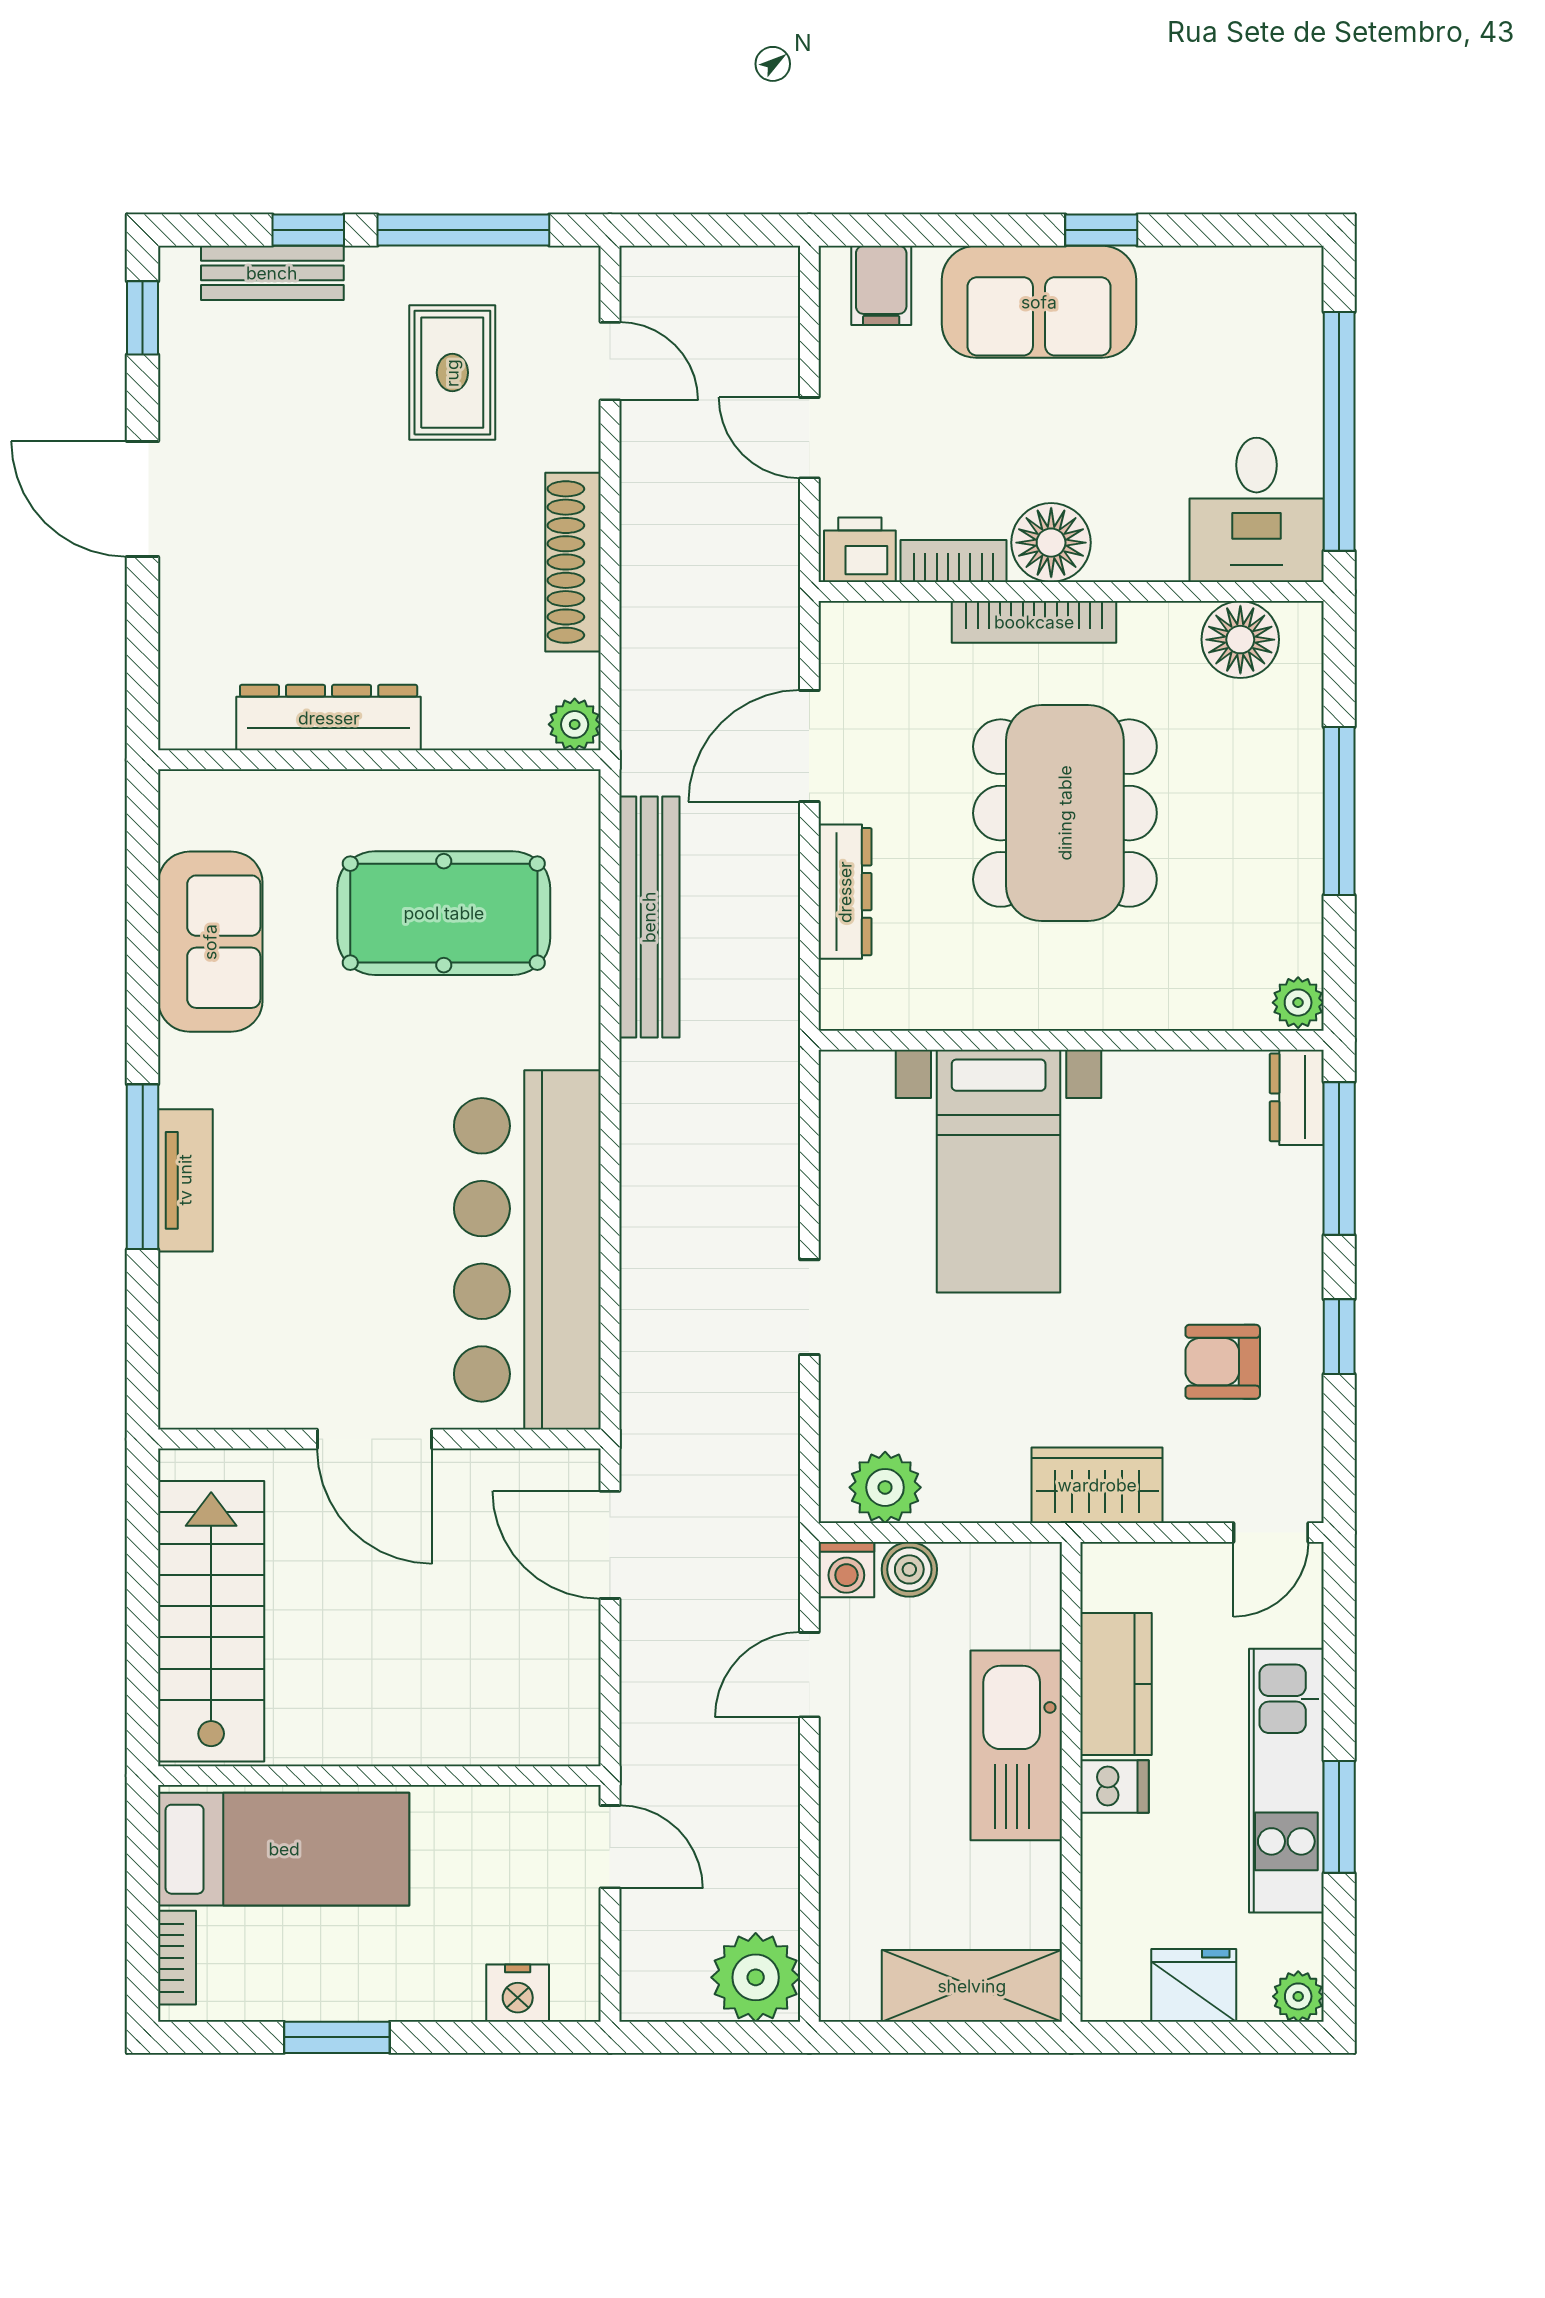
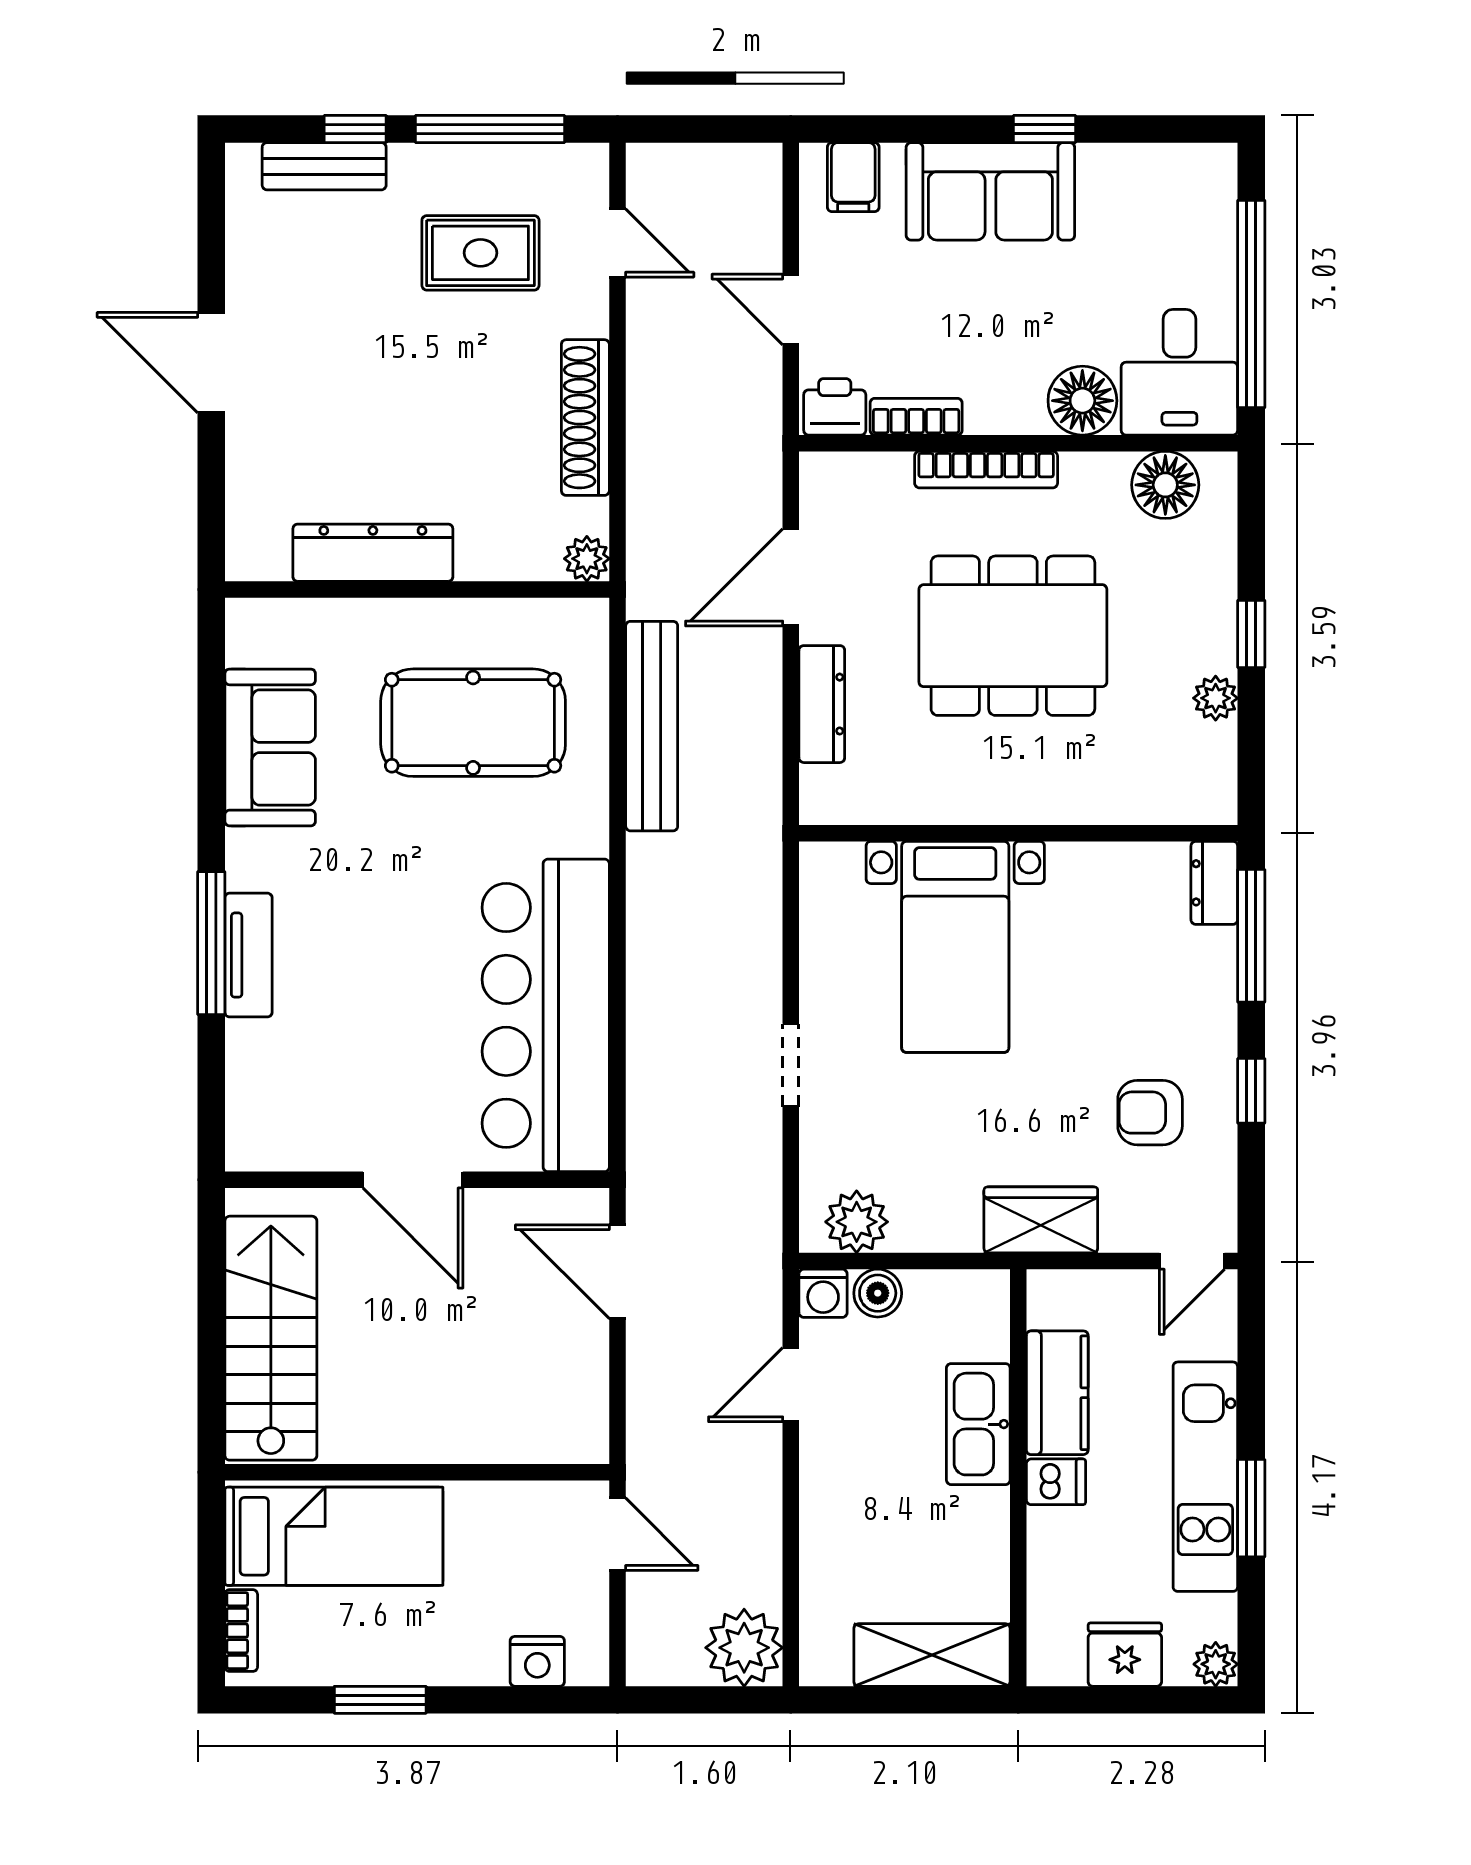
window: (143, 318) -> (211, 205), removed
rug: (452, 373) -> (480, 253), turned 90
floor lamp: (1051, 543) -> (1082, 401), moved
window: (1339, 811) -> (1251, 634), width x0.46
dining table: (1065, 813) -> (1013, 636), turned 90
plant: (1298, 1003) -> (1216, 698), moved
kitchen sink: (1016, 1745) -> (978, 1424), width x0.73, depth x0.81

